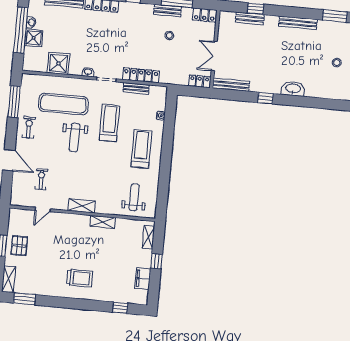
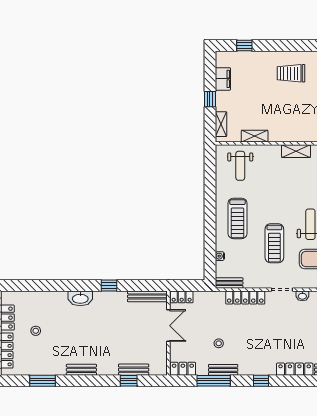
bench: (298, 23) -> (81, 370), width x0.73
bench: (136, 88) -> (229, 283), moved
shelving: (103, 222) -> (255, 136), moved

